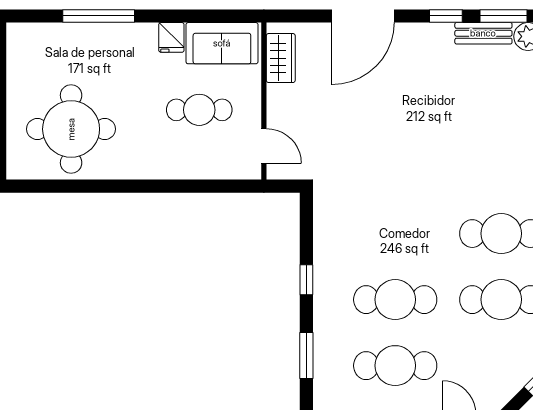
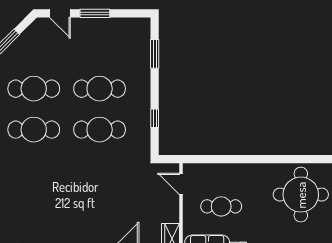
window: (306, 280) -> (155, 118), moved
cafe table: (395, 366) -> (100, 130), moved

